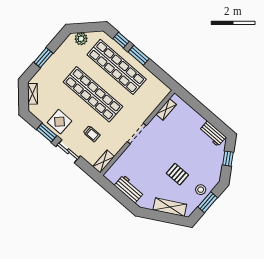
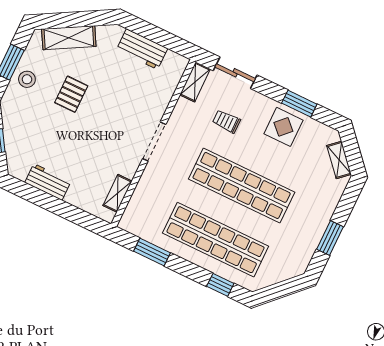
plant: (81, 39) -> (285, 270), removed
window: (139, 55) -> (152, 252), moved
window: (43, 58) -> (330, 238), moved
workbench: (213, 134) -> (48, 182), moved
sliding door: (68, 151) -> (235, 73), moved
pallet: (177, 174) -> (71, 94), turned 90

